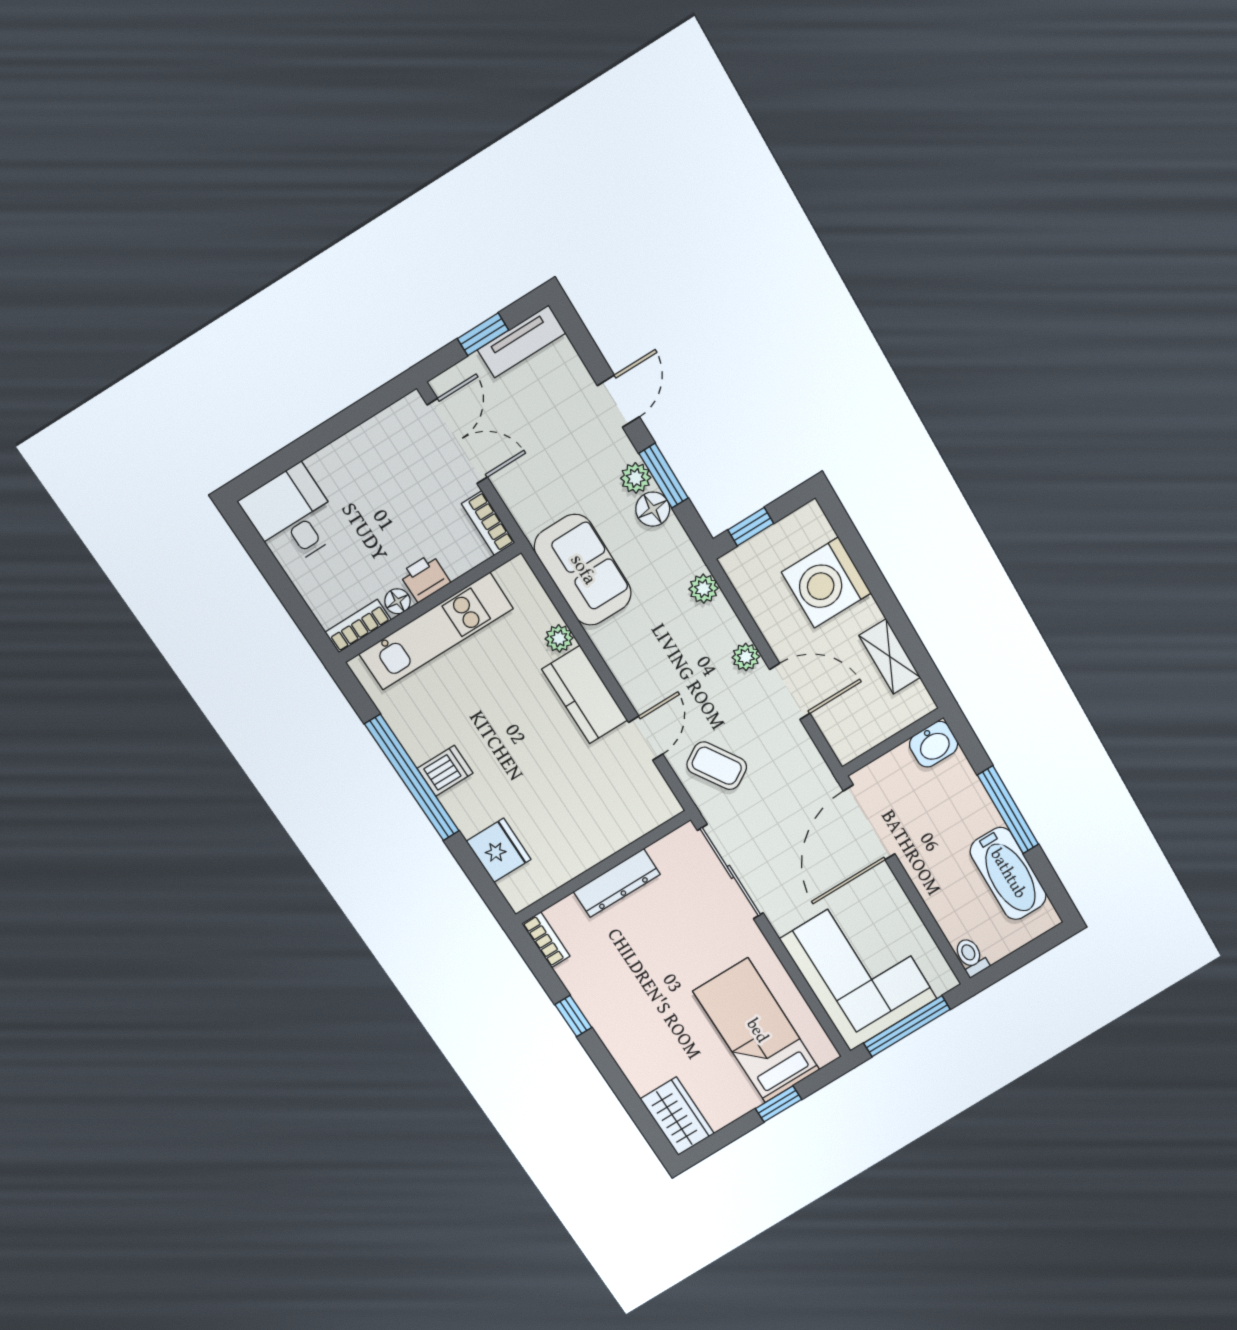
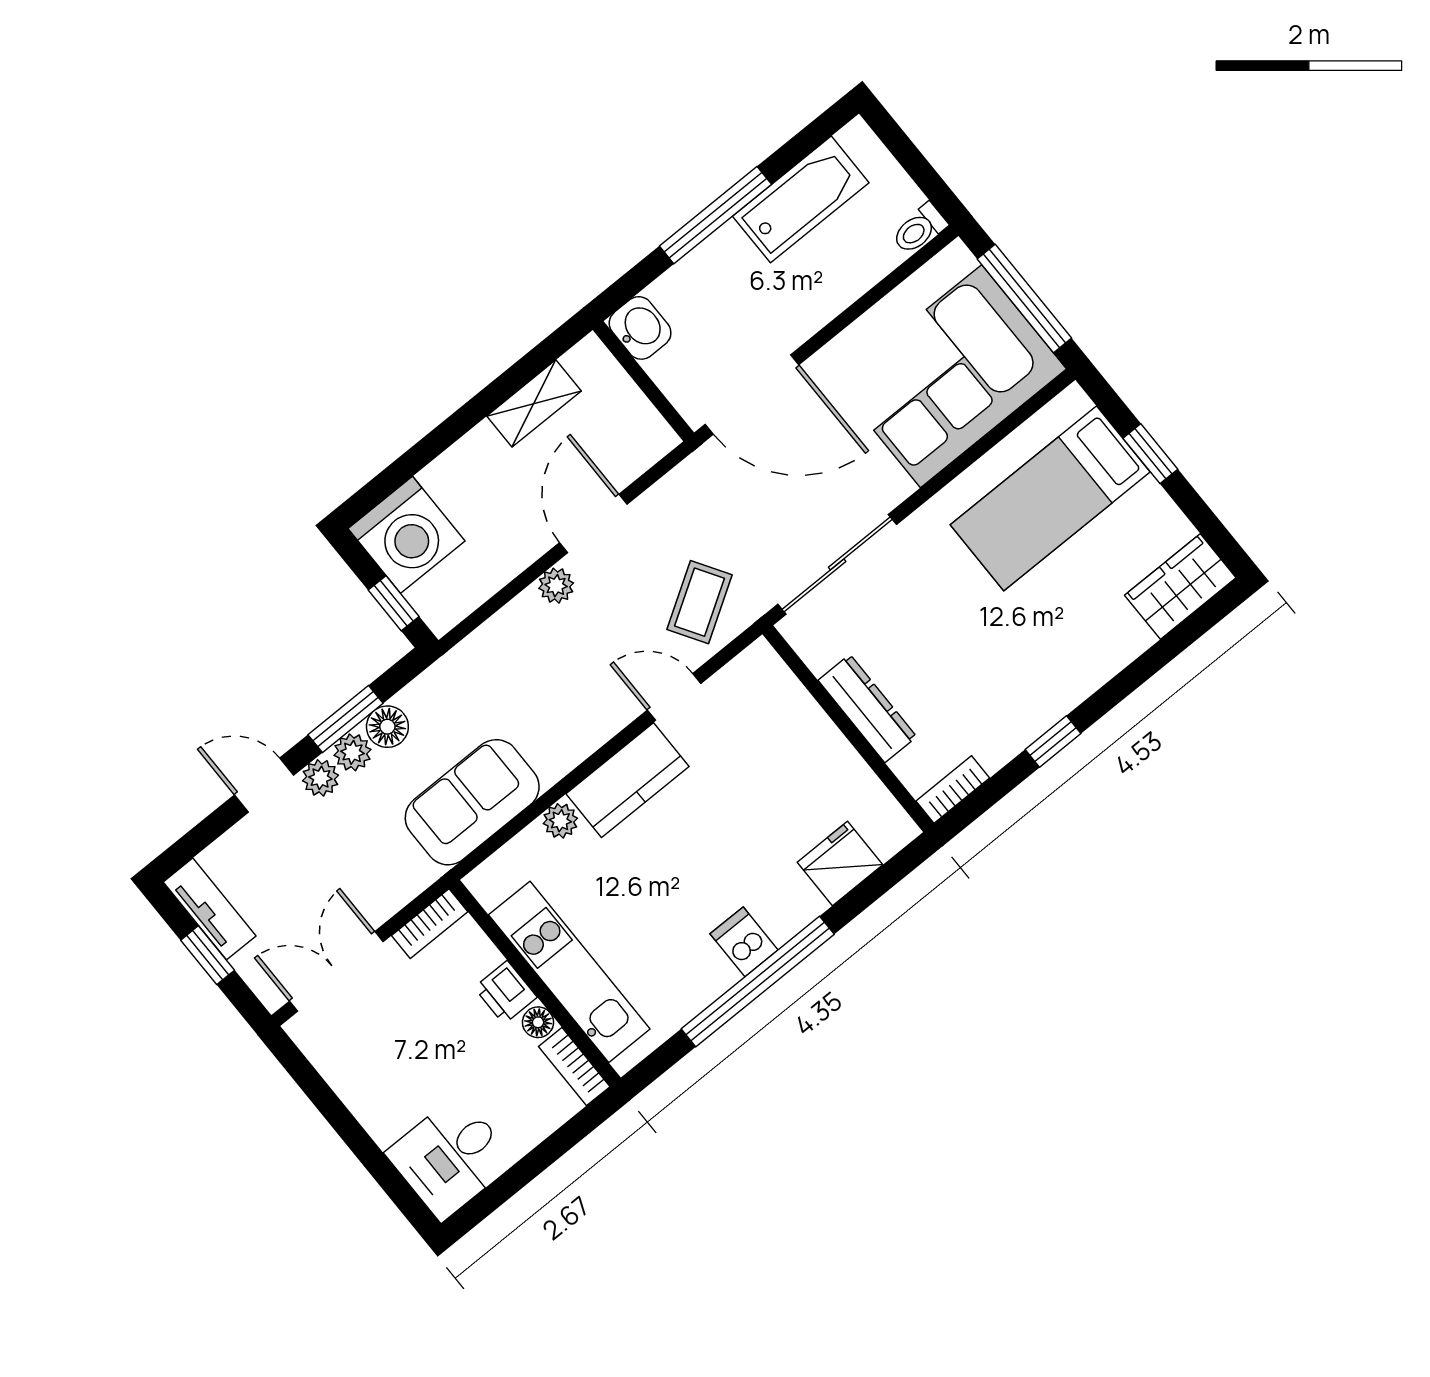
washing machine: (826, 583) -> (406, 535), moved
plant: (703, 589) -> (320, 778), moved

